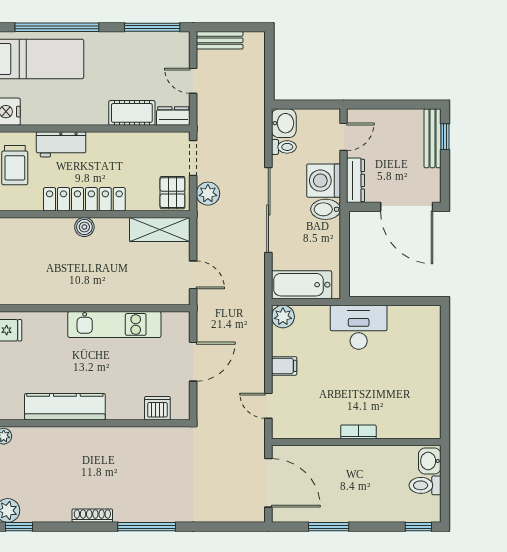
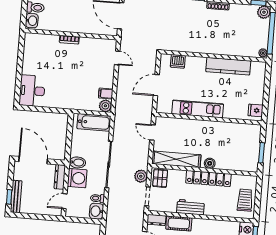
workbench: (61, 144) -> (190, 207), moved
shelving: (160, 229) -> (176, 159), width x1.47
desk: (359, 327) -> (32, 91), moved, turned 90
filing cabinet: (284, 366) -> (106, 93), moved

